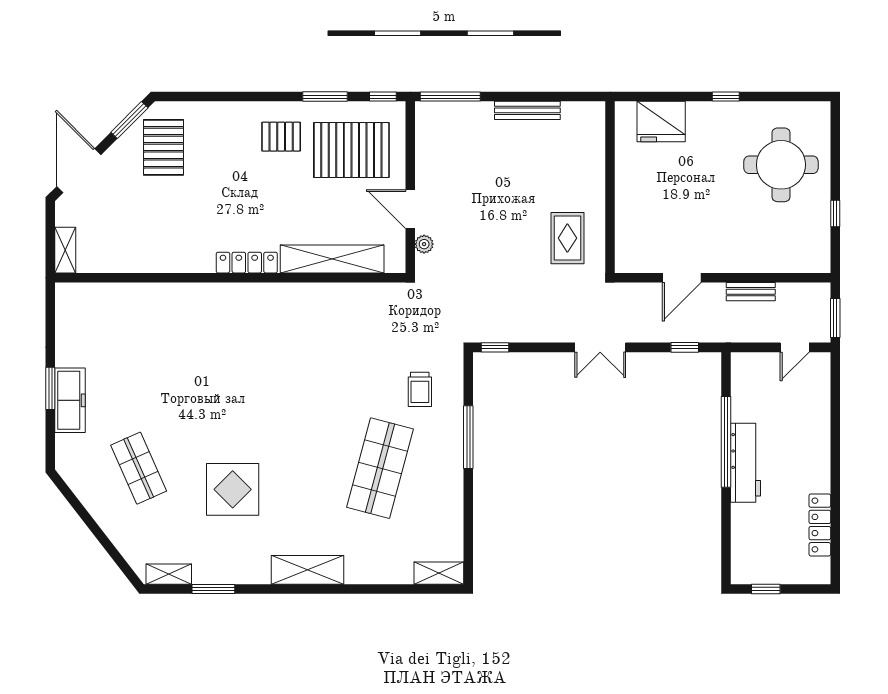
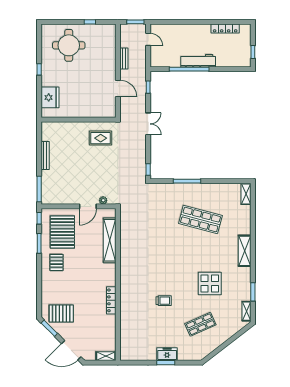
locker: (247, 263) -> (111, 300), moved
trolley: (420, 389) -> (164, 301), moved
freezer: (70, 400) -> (167, 354), width x0.71

